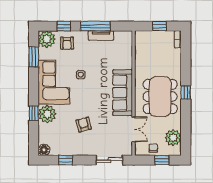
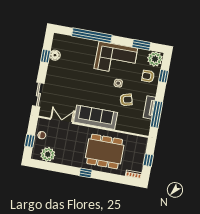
window: (95, 26) -> (157, 114), moved
dining table: (160, 97) -> (105, 151), moved
window: (34, 113) -> (92, 36), width x3.17
plant: (47, 114) -> (89, 47), removed
armchair: (84, 125) -> (126, 100), moved
double door: (134, 129) -> (61, 121), swing flipped
floor lamp: (44, 150) -> (55, 55), moved

